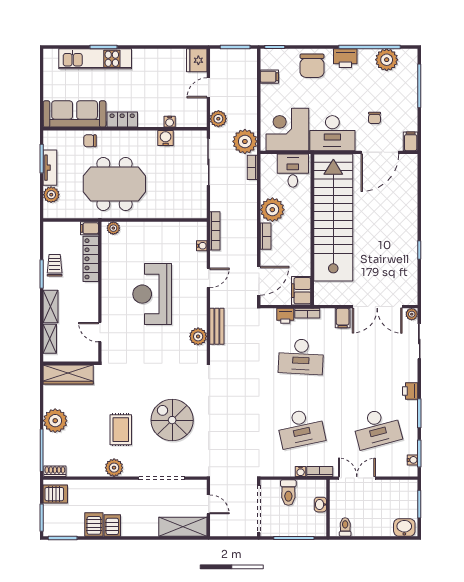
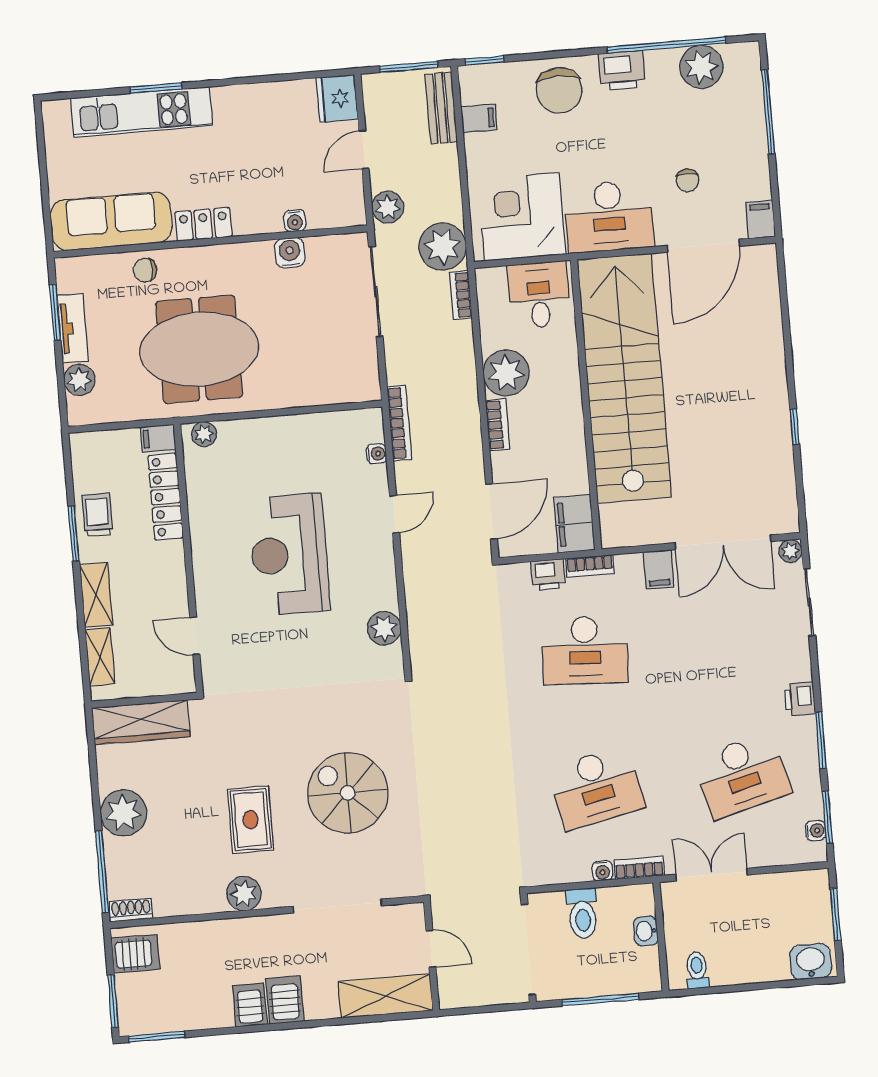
bench: (217, 326) -> (441, 108), moved
server rack: (94, 524) -> (285, 1000), moved

